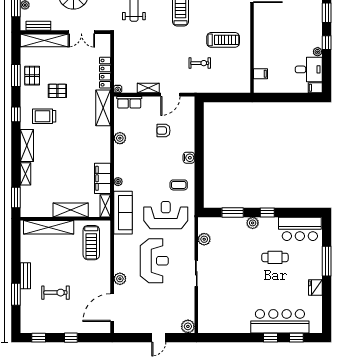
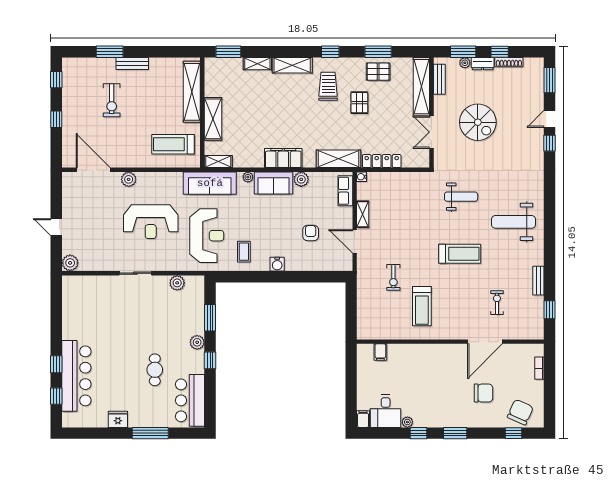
sofa: (123, 161) -> (273, 183), added
filing cabinet: (102, 178) -> (283, 158), moved

